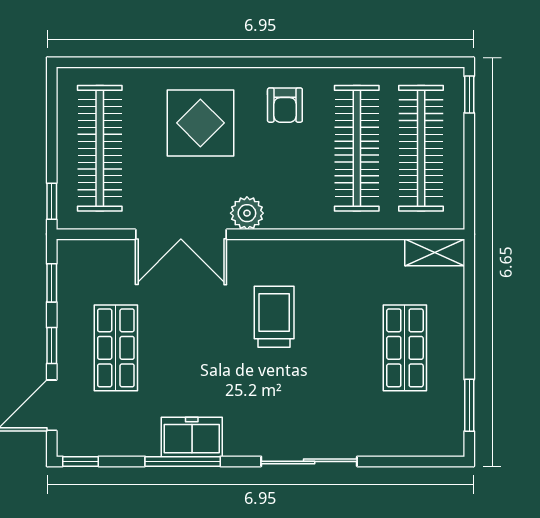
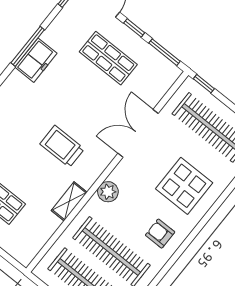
plant: (247, 213) -> (108, 192), moved
shelving: (435, 252) -> (69, 201), moved
window: (52, 283) -> (165, 52), width x1.50
trolley: (274, 317) -> (62, 146), turned 180

